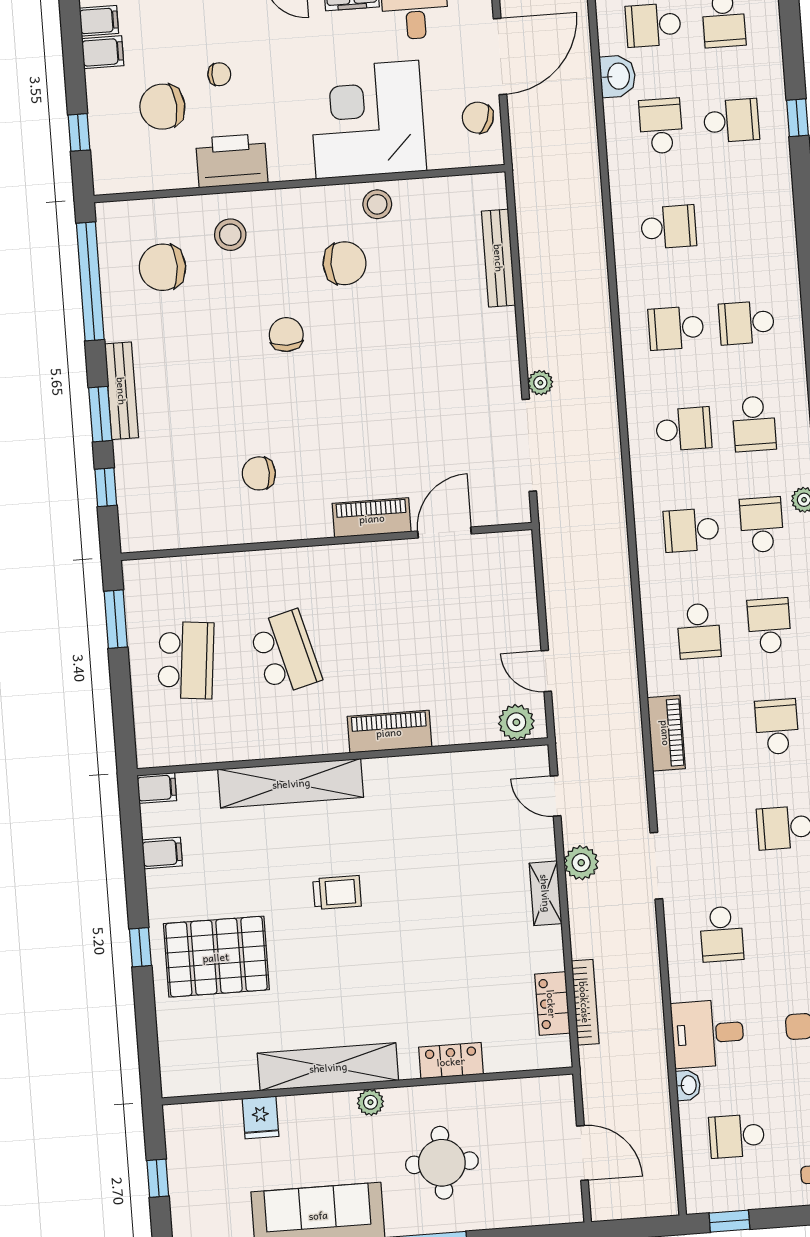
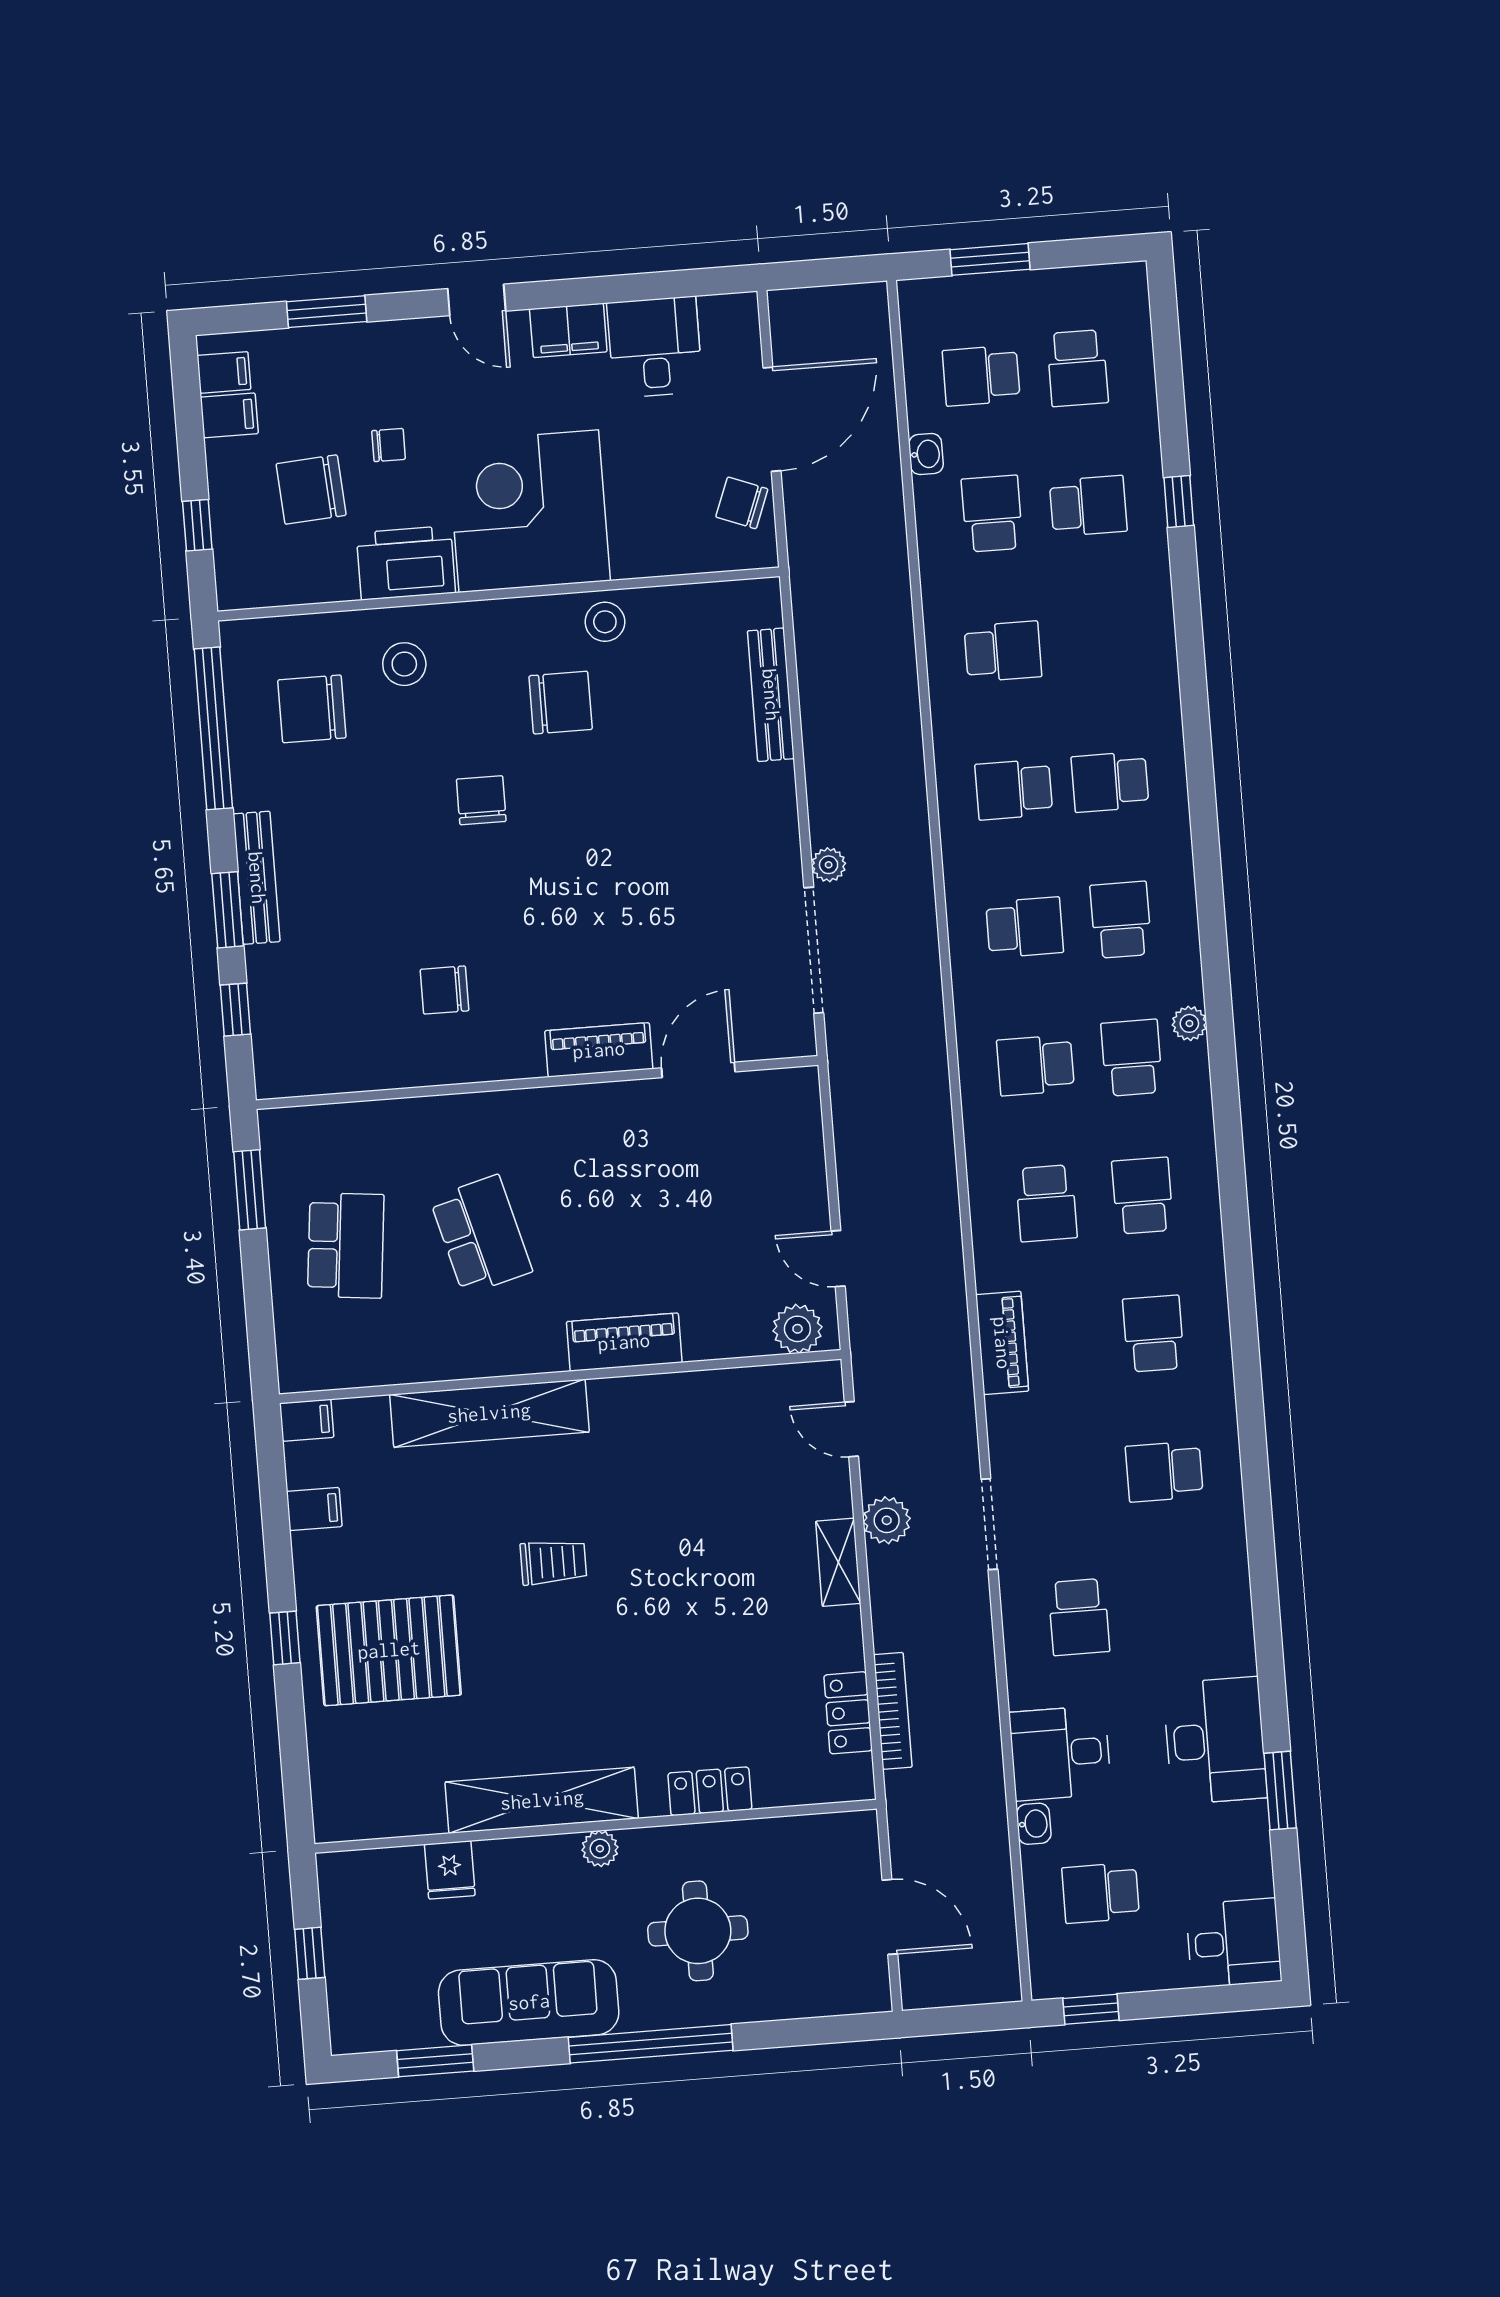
washbasin: (618, 76) -> (926, 454), width x0.72, depth x0.69
corner desk: (367, 120) -> (529, 511), moved
school desk: (754, 424) -> (1121, 920), turned 180

